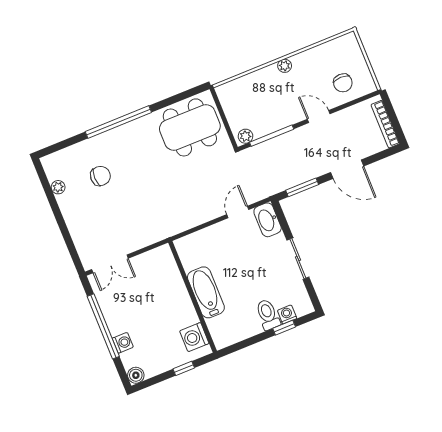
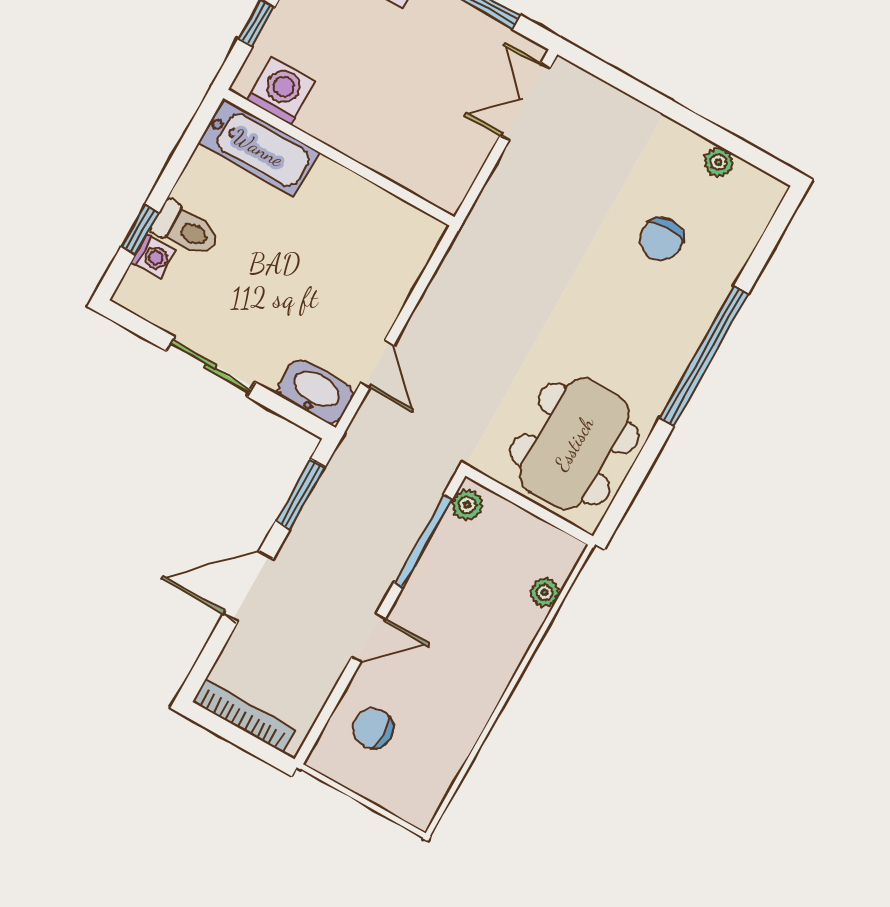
plant: (285, 66) -> (545, 592), moved
bathtub: (206, 292) -> (258, 148), moved

